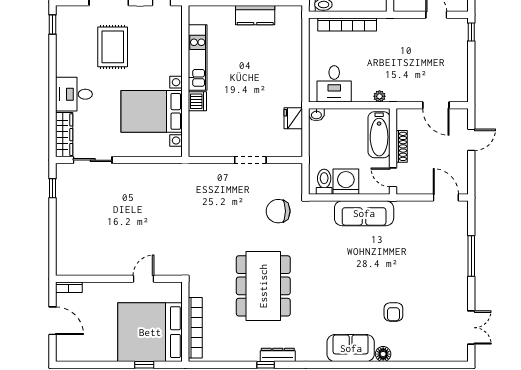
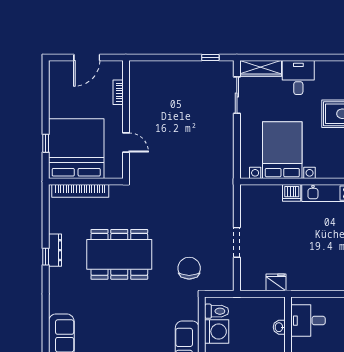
washbasin: (316, 115) -> (279, 327), moved
bookcase: (69, 287) -> (118, 92), moved
dresser: (278, 355) -> (55, 250), moved

